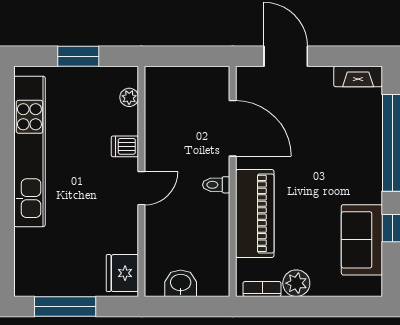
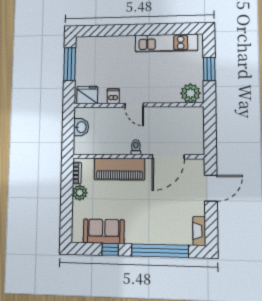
plant: (129, 97) -> (190, 93), width x1.87, depth x1.87
dishwasher: (125, 146) -> (113, 96), moved
kitchen unit: (29, 151) -> (166, 43), width x0.73

